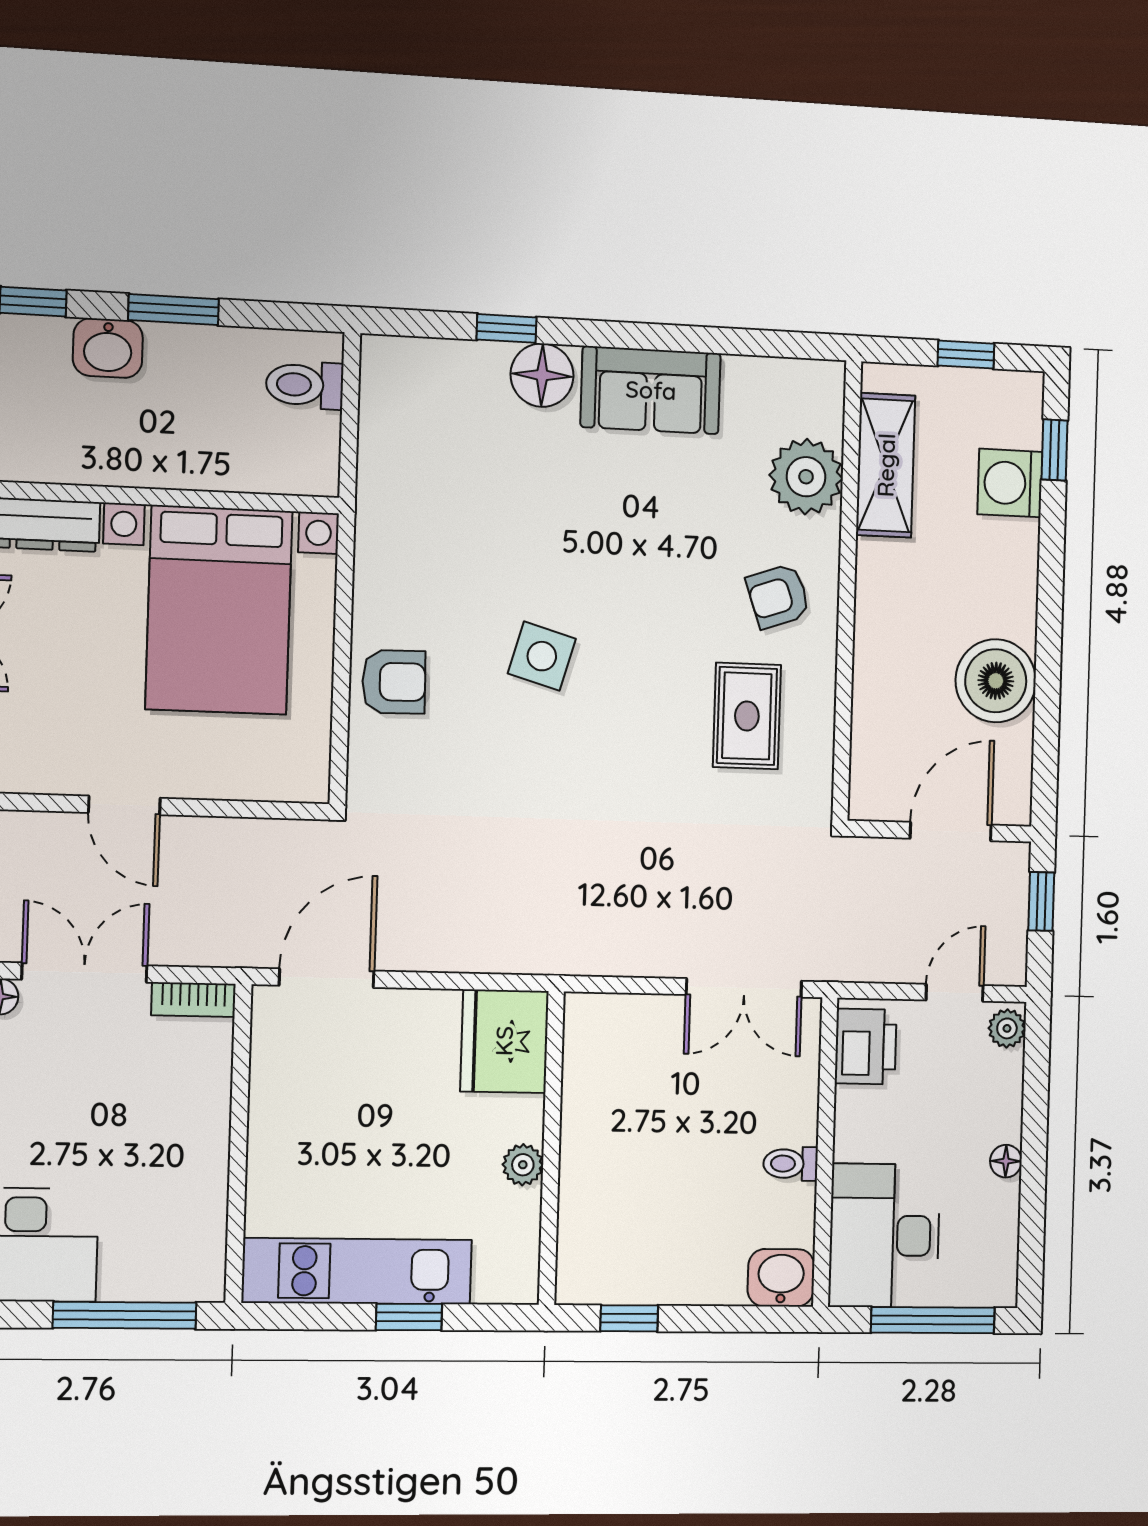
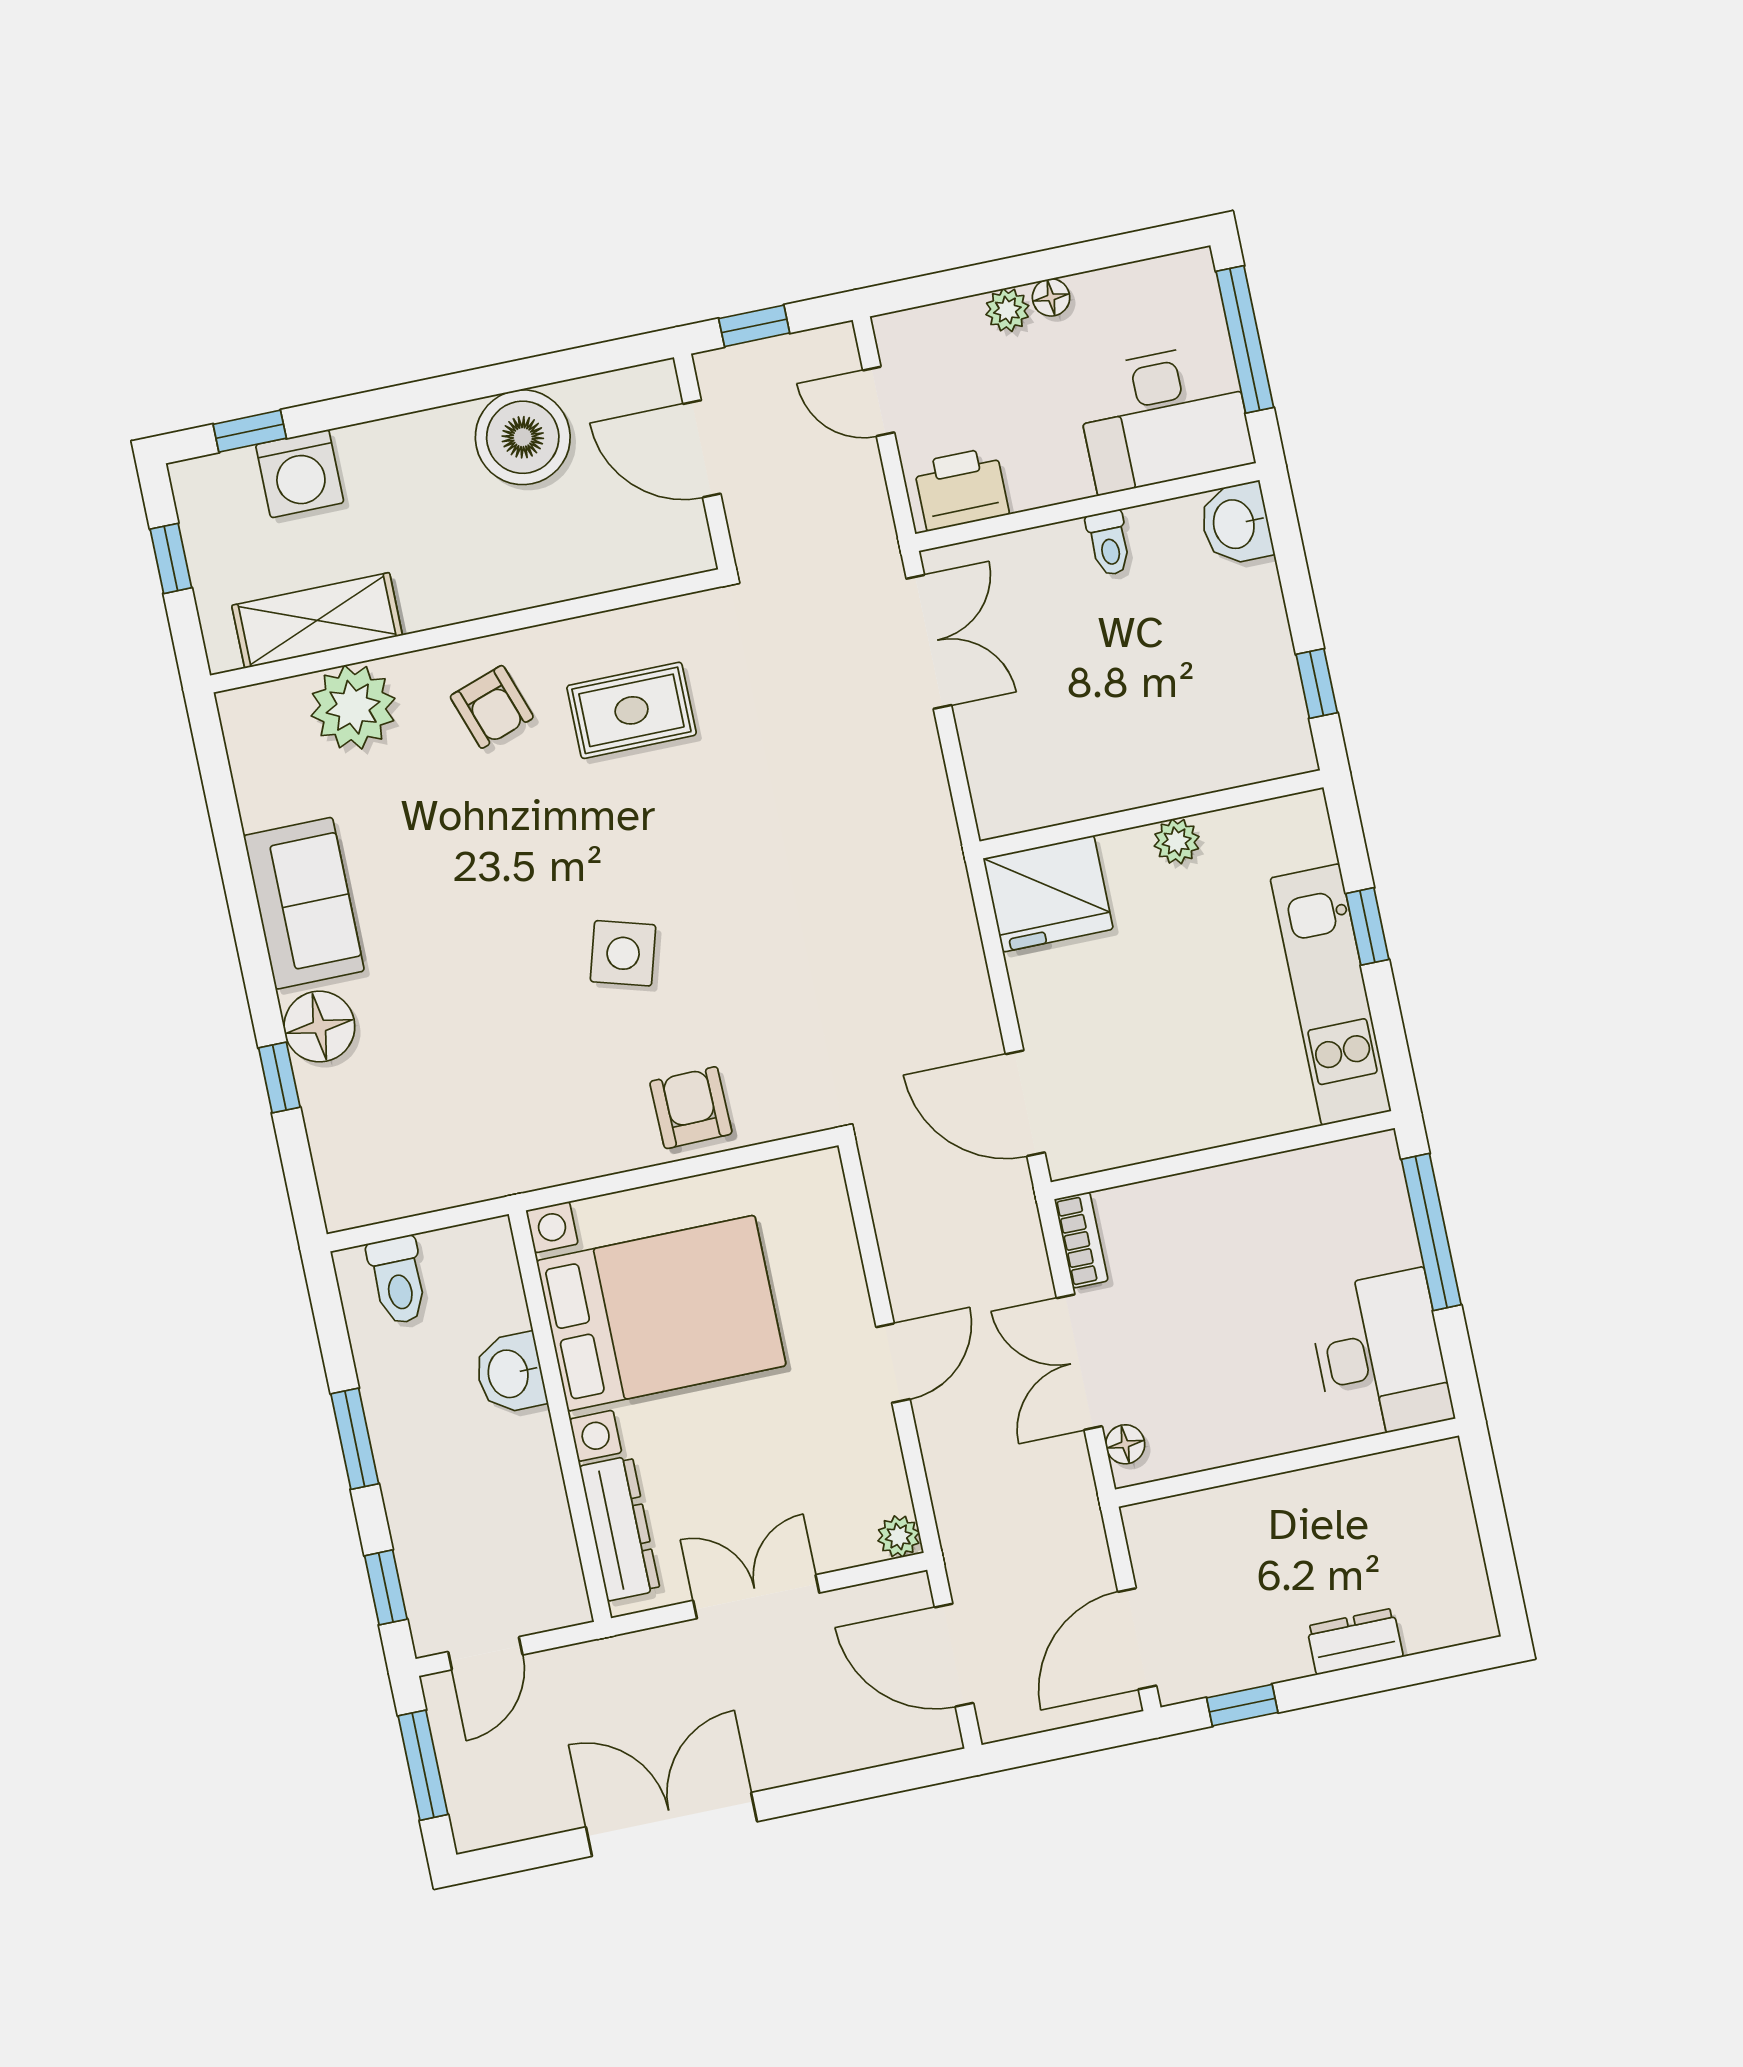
washbasin: (108, 348) -> (510, 1373), moved, turned 180
plant: (1007, 1028) -> (1007, 310), moved

